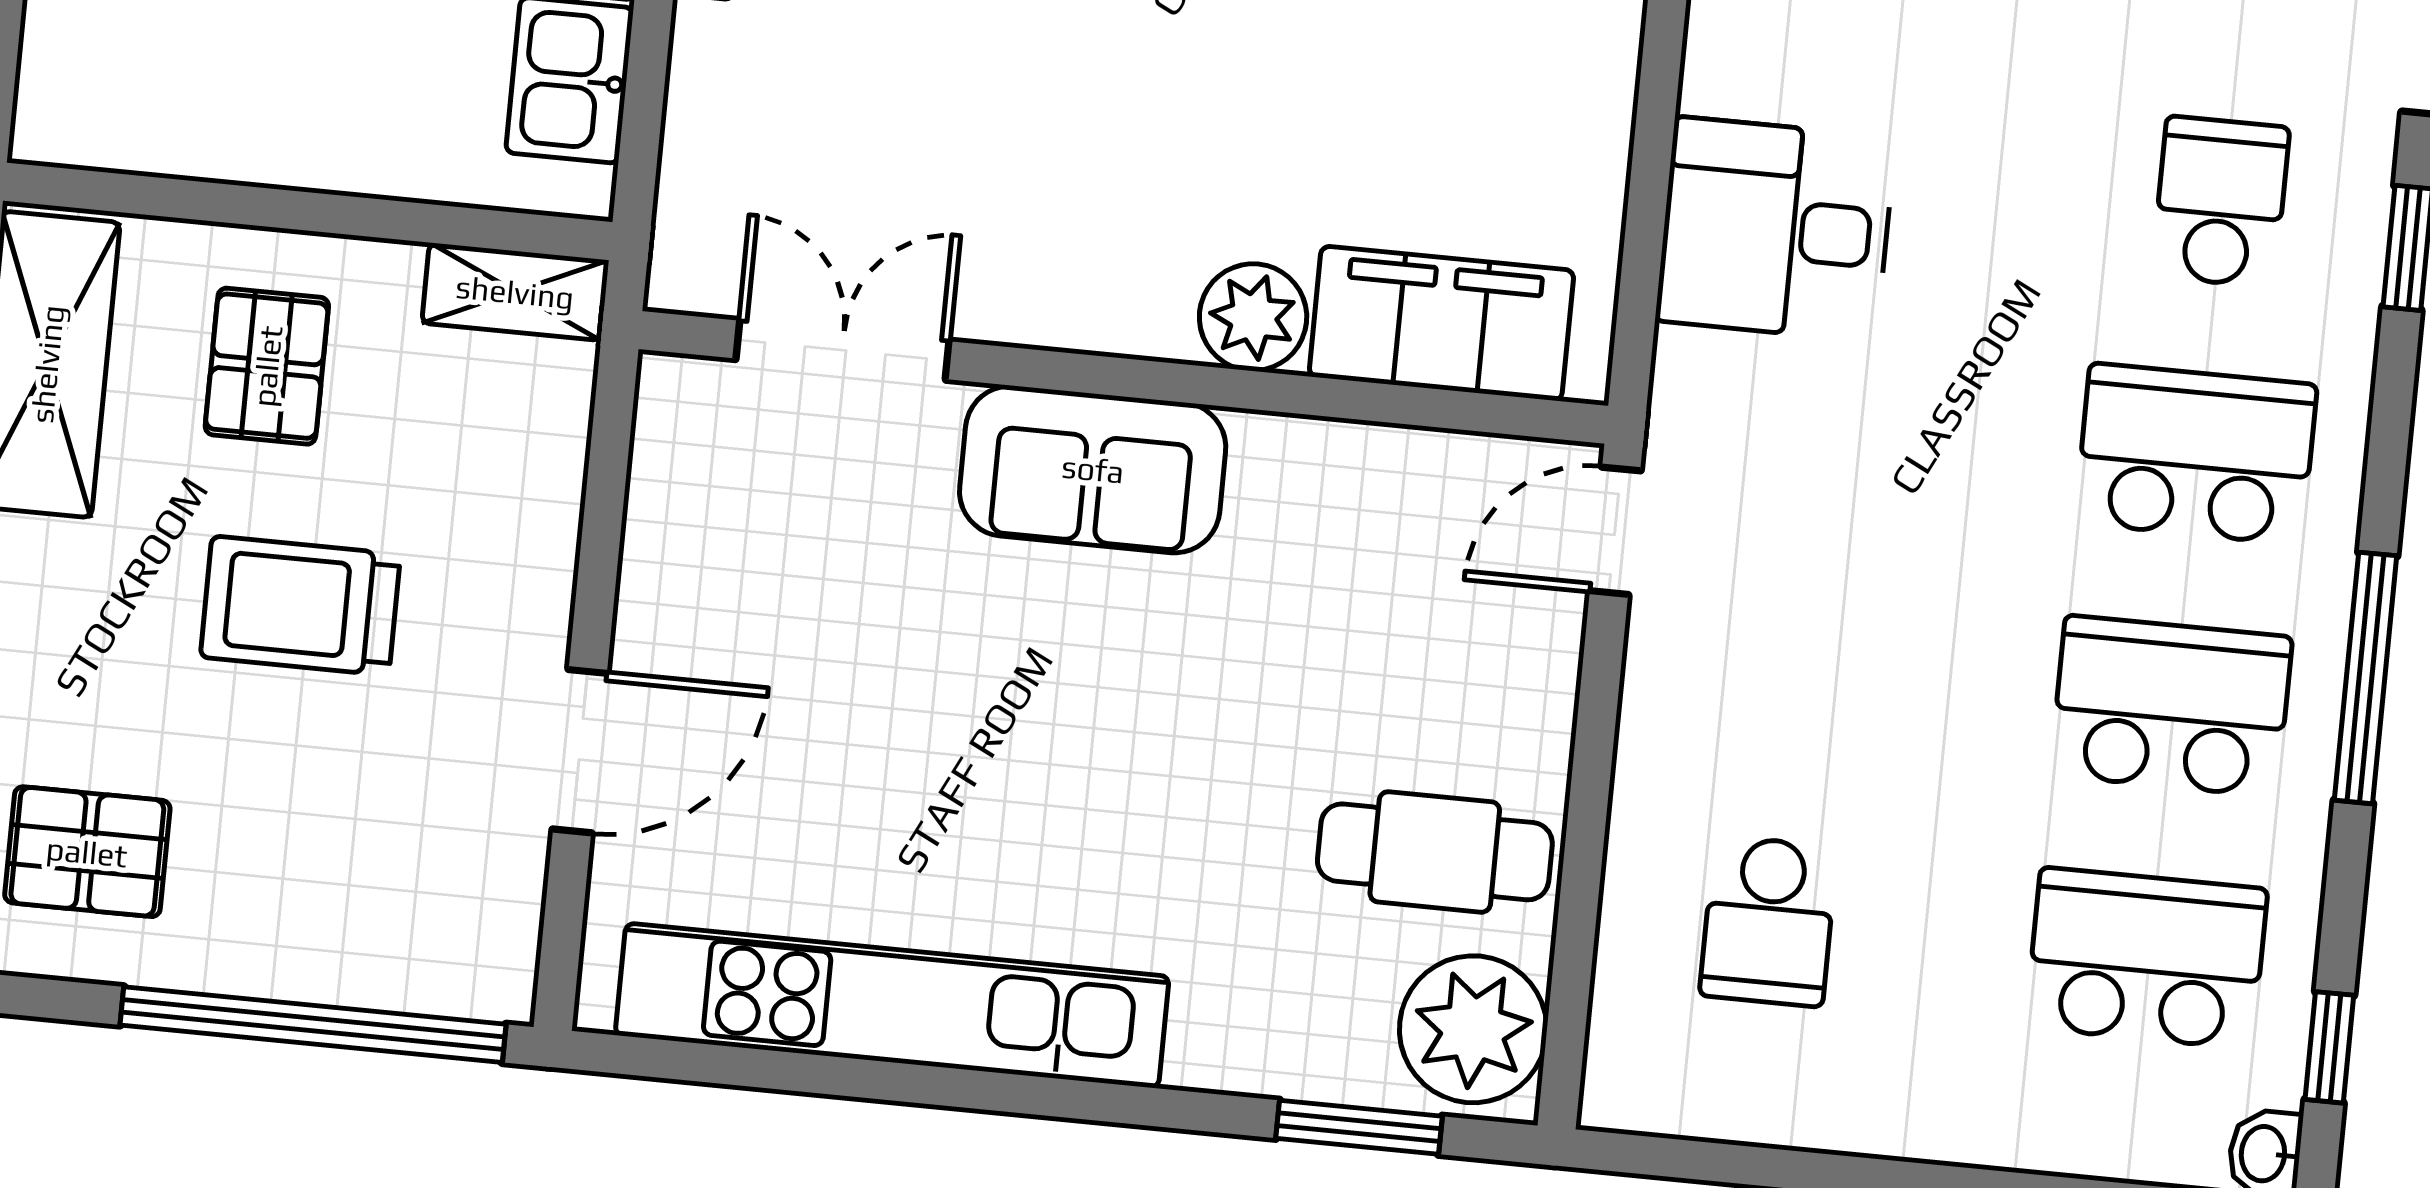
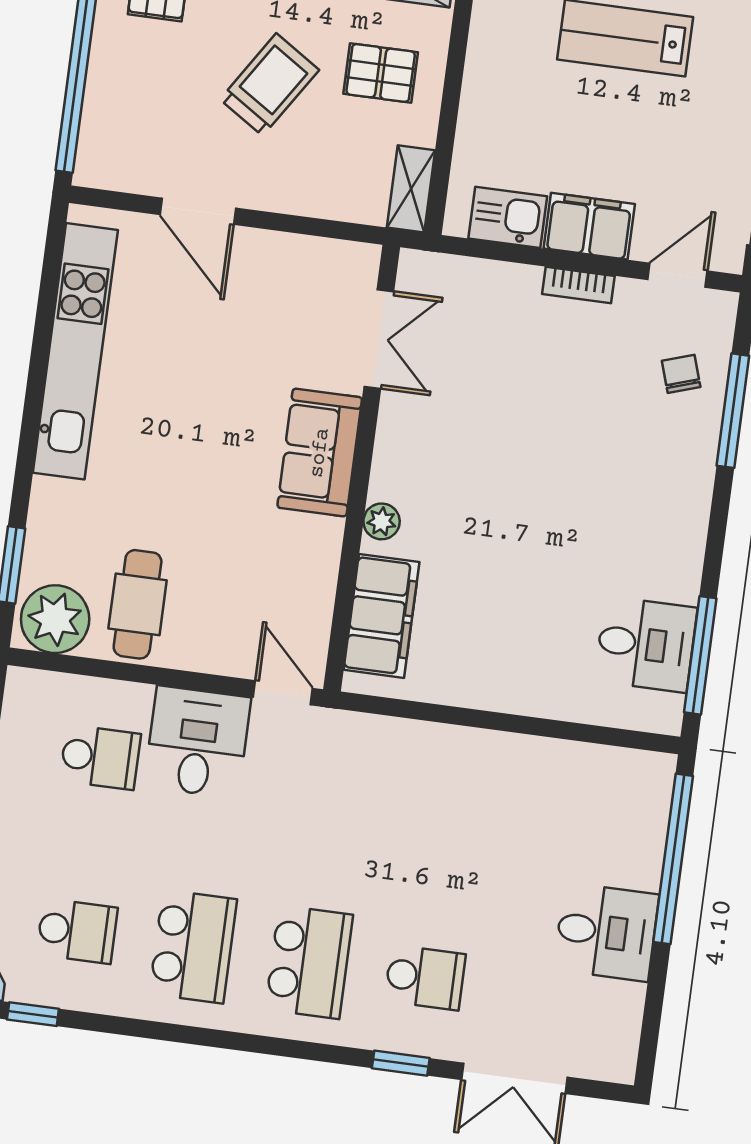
desk: (1775, 229) -> (197, 742), moved
plant: (1253, 317) -> (382, 521), width x0.73, depth x0.73
trolley: (300, 606) -> (270, 85), turned 33
window: (2366, 678) -> (203, 1037), removed
school desk: (1769, 921) -> (100, 757), turned 180
school desk: (2146, 958) -> (77, 931), width x0.54

